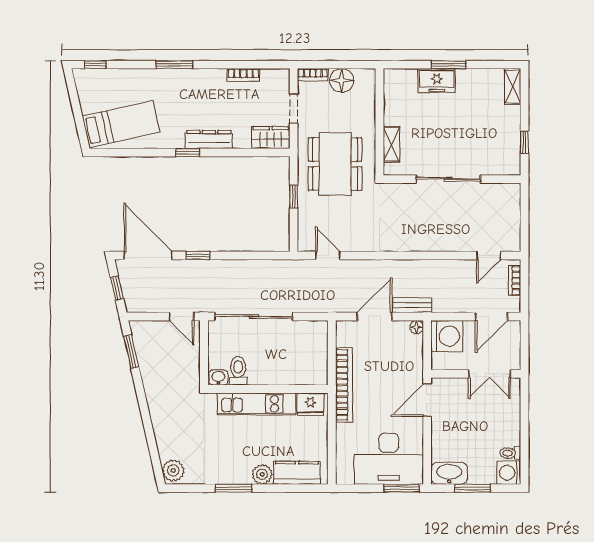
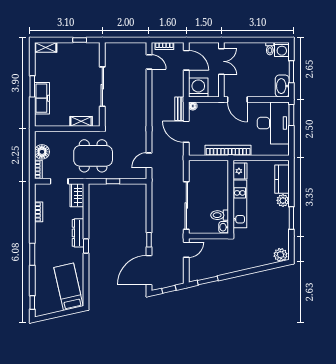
freezer: (437, 81) -> (42, 98), width x1.40

